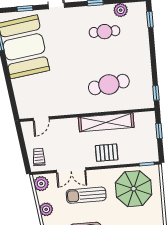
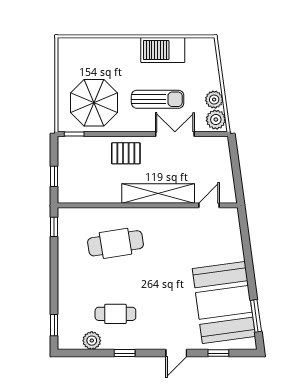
shelving: (106, 122) -> (158, 194), moved
trolley: (39, 157) -> (216, 155), removed
plant: (46, 209) -> (214, 100), moved

